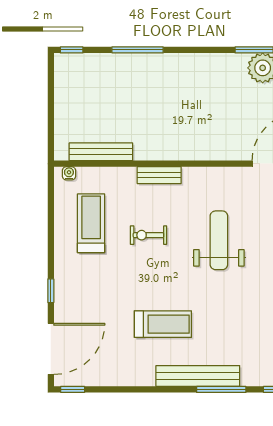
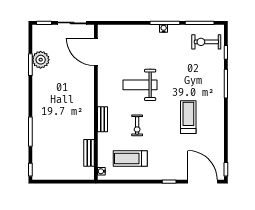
bench: (101, 152) -> (89, 153), width x0.73
bench: (198, 376) -> (218, 97), removed

